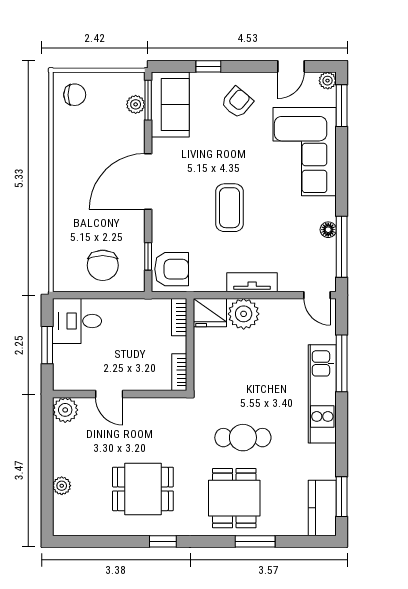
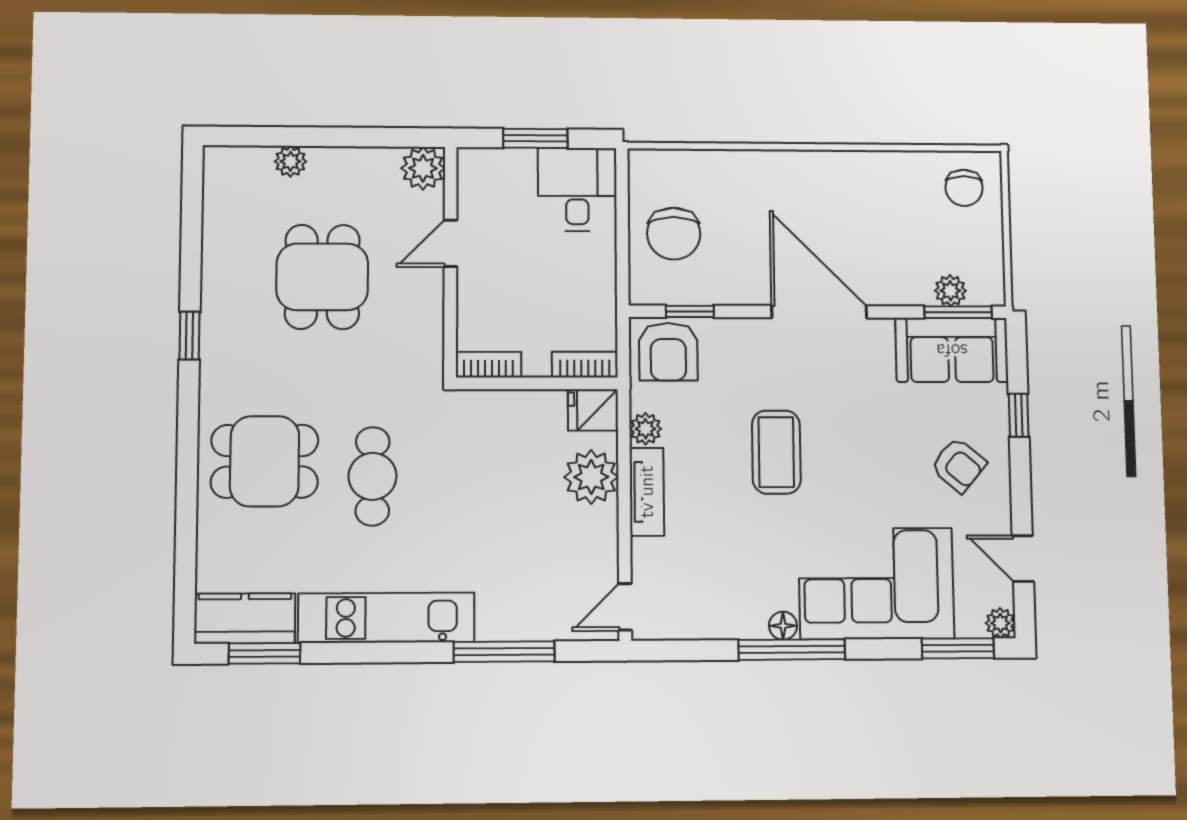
coffee table: (230, 208) -> (776, 452), turned 90
floor lamp: (328, 230) -> (783, 626), moved
window: (342, 247) -> (792, 650), moved
chair: (103, 265) -> (674, 234), turned -90
plant: (216, 283) -> (646, 429), added
fridge: (210, 313) -> (593, 410), width x0.72
kitchen unit: (322, 394) -> (386, 618), moved
dining table: (143, 489) -> (322, 277), moved
window: (255, 541) -> (187, 498), removed

